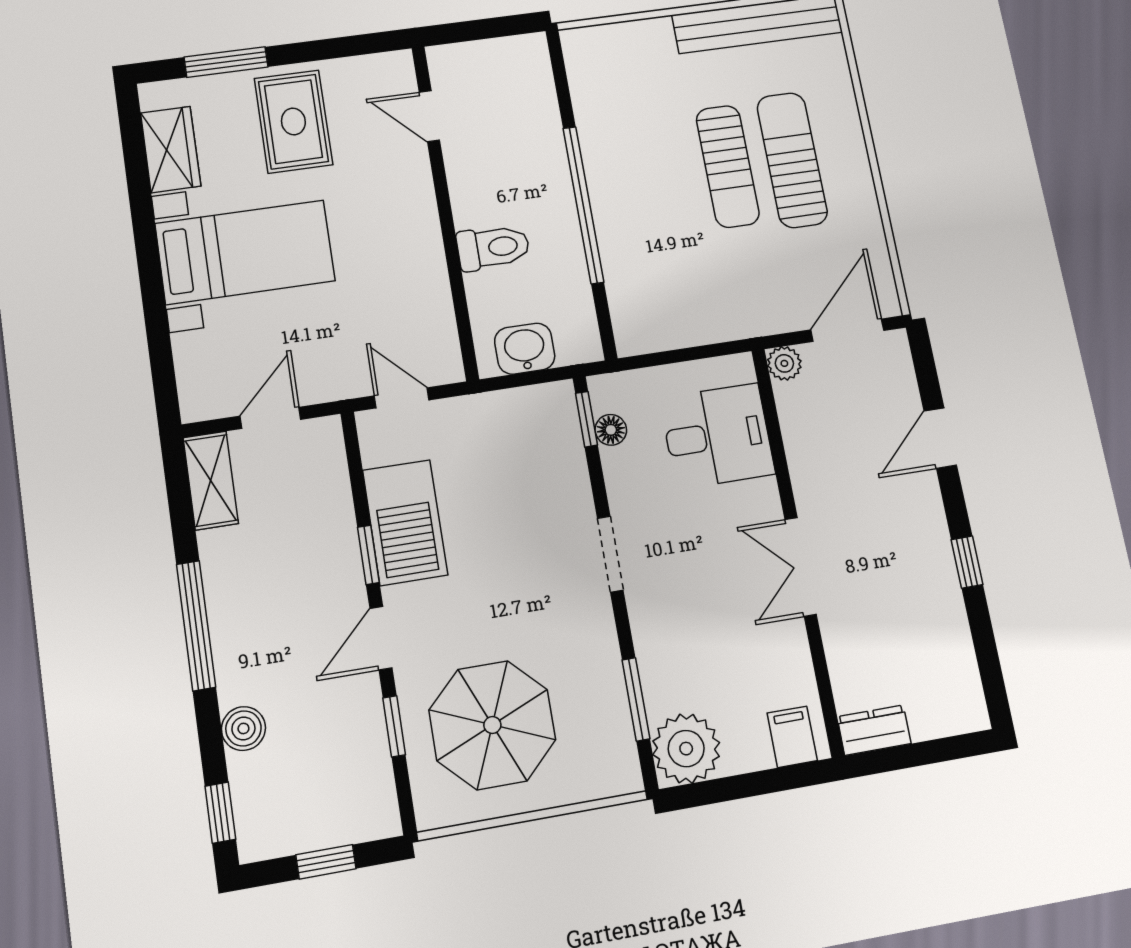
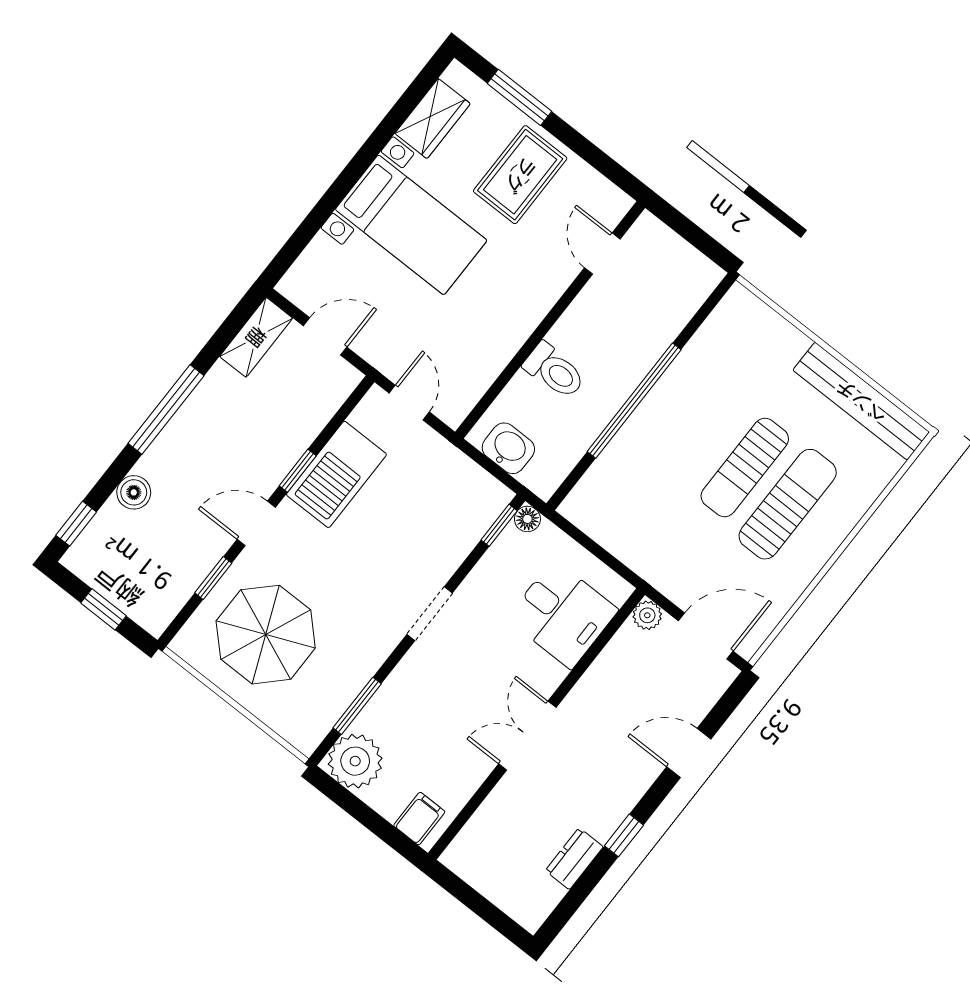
floor lamp: (611, 430) -> (527, 519), moved
dresser: (874, 730) -> (574, 859), moved, turned -90

